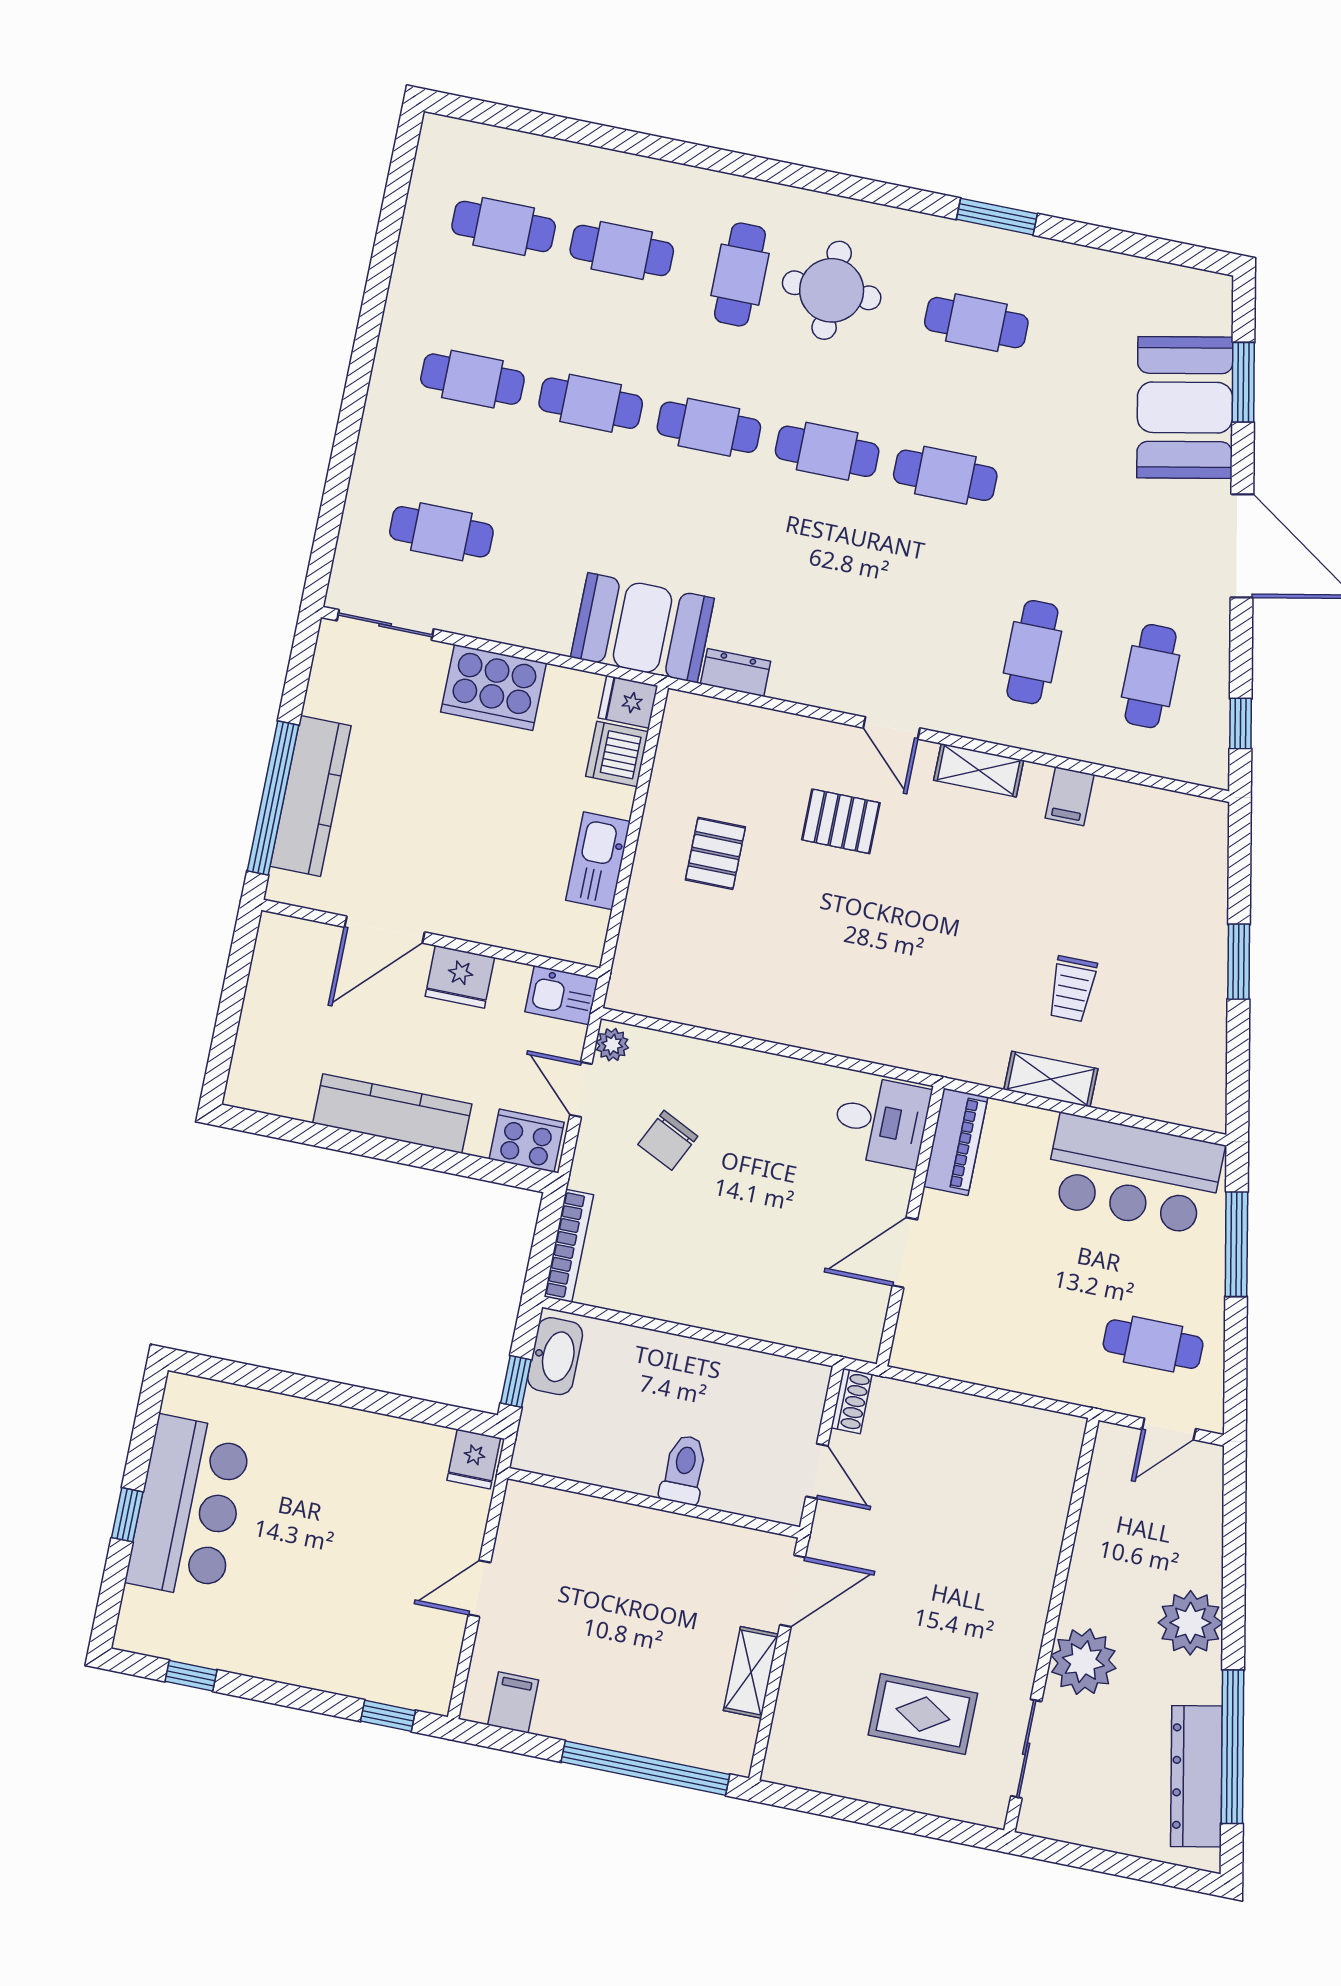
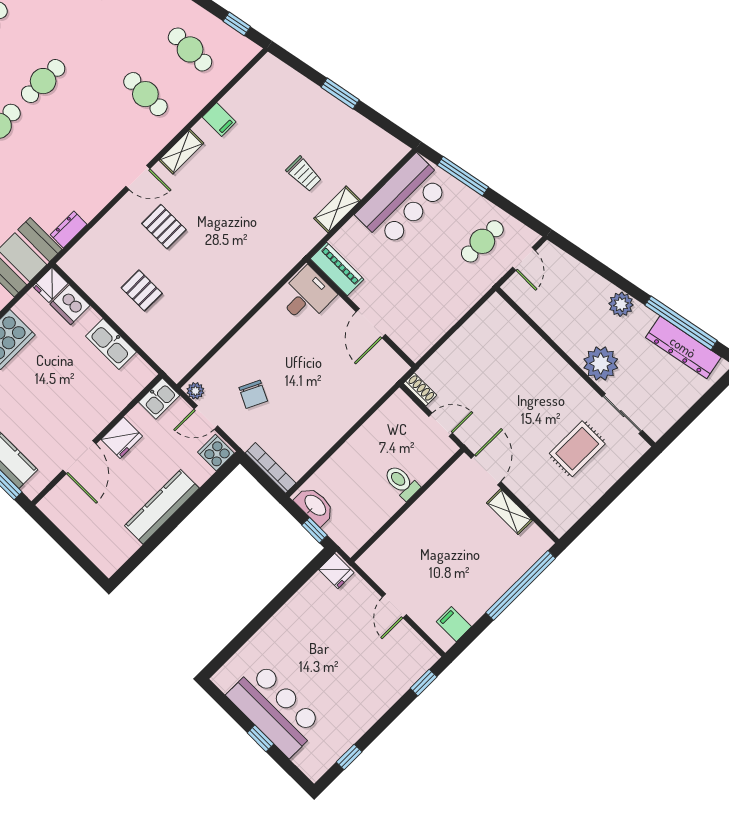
pallet: (841, 821) -> (164, 227), turned 90
cooker: (527, 1141) -> (216, 453), width x0.73
plant: (1190, 1623) -> (621, 304), width x0.73, depth x0.73

